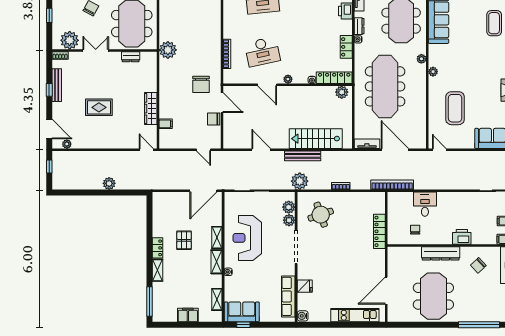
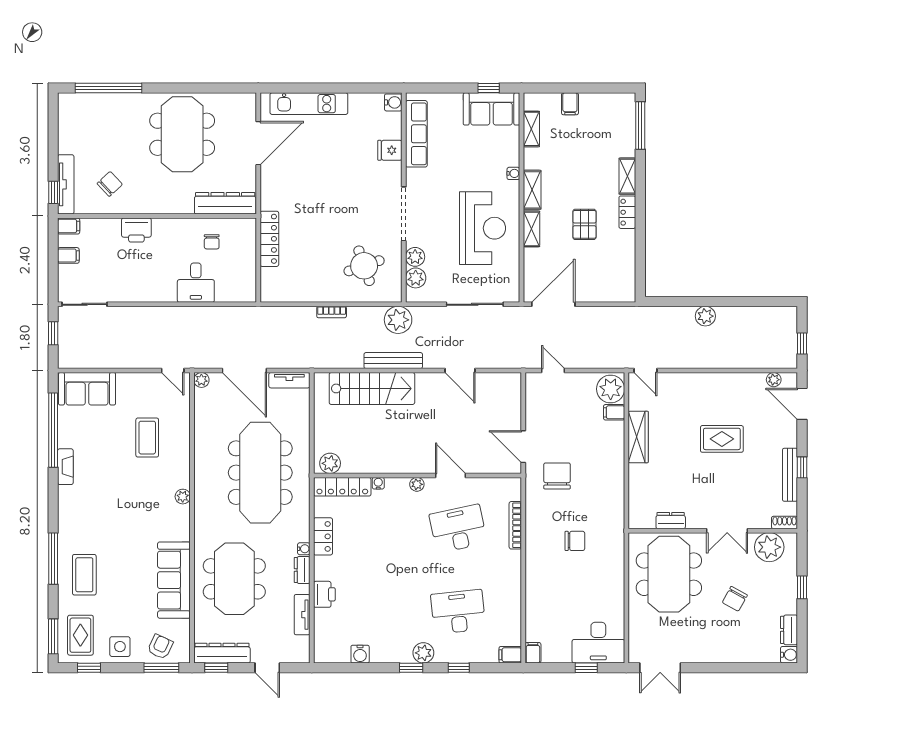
plant: (168, 50) -> (611, 389), moved
plant: (421, 59) -> (201, 380), moved
coffee table: (455, 108) -> (147, 438), width x0.73, depth x0.76
chair: (214, 119) -> (575, 541), moved
bookcase: (392, 185) -> (249, 314), removed
dresser: (441, 253) -> (225, 203), moved
filing cabinet: (188, 315) -> (570, 104), width x0.50

